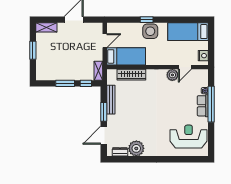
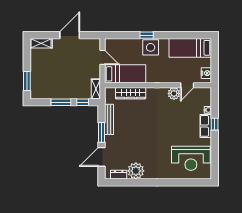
door: (105, 41) -> (103, 57), hinge flipped
window: (33, 50) -> (27, 81), moved
window: (211, 104) -> (215, 124), width x0.32
reception desk: (189, 137) -> (191, 158), turned 180

